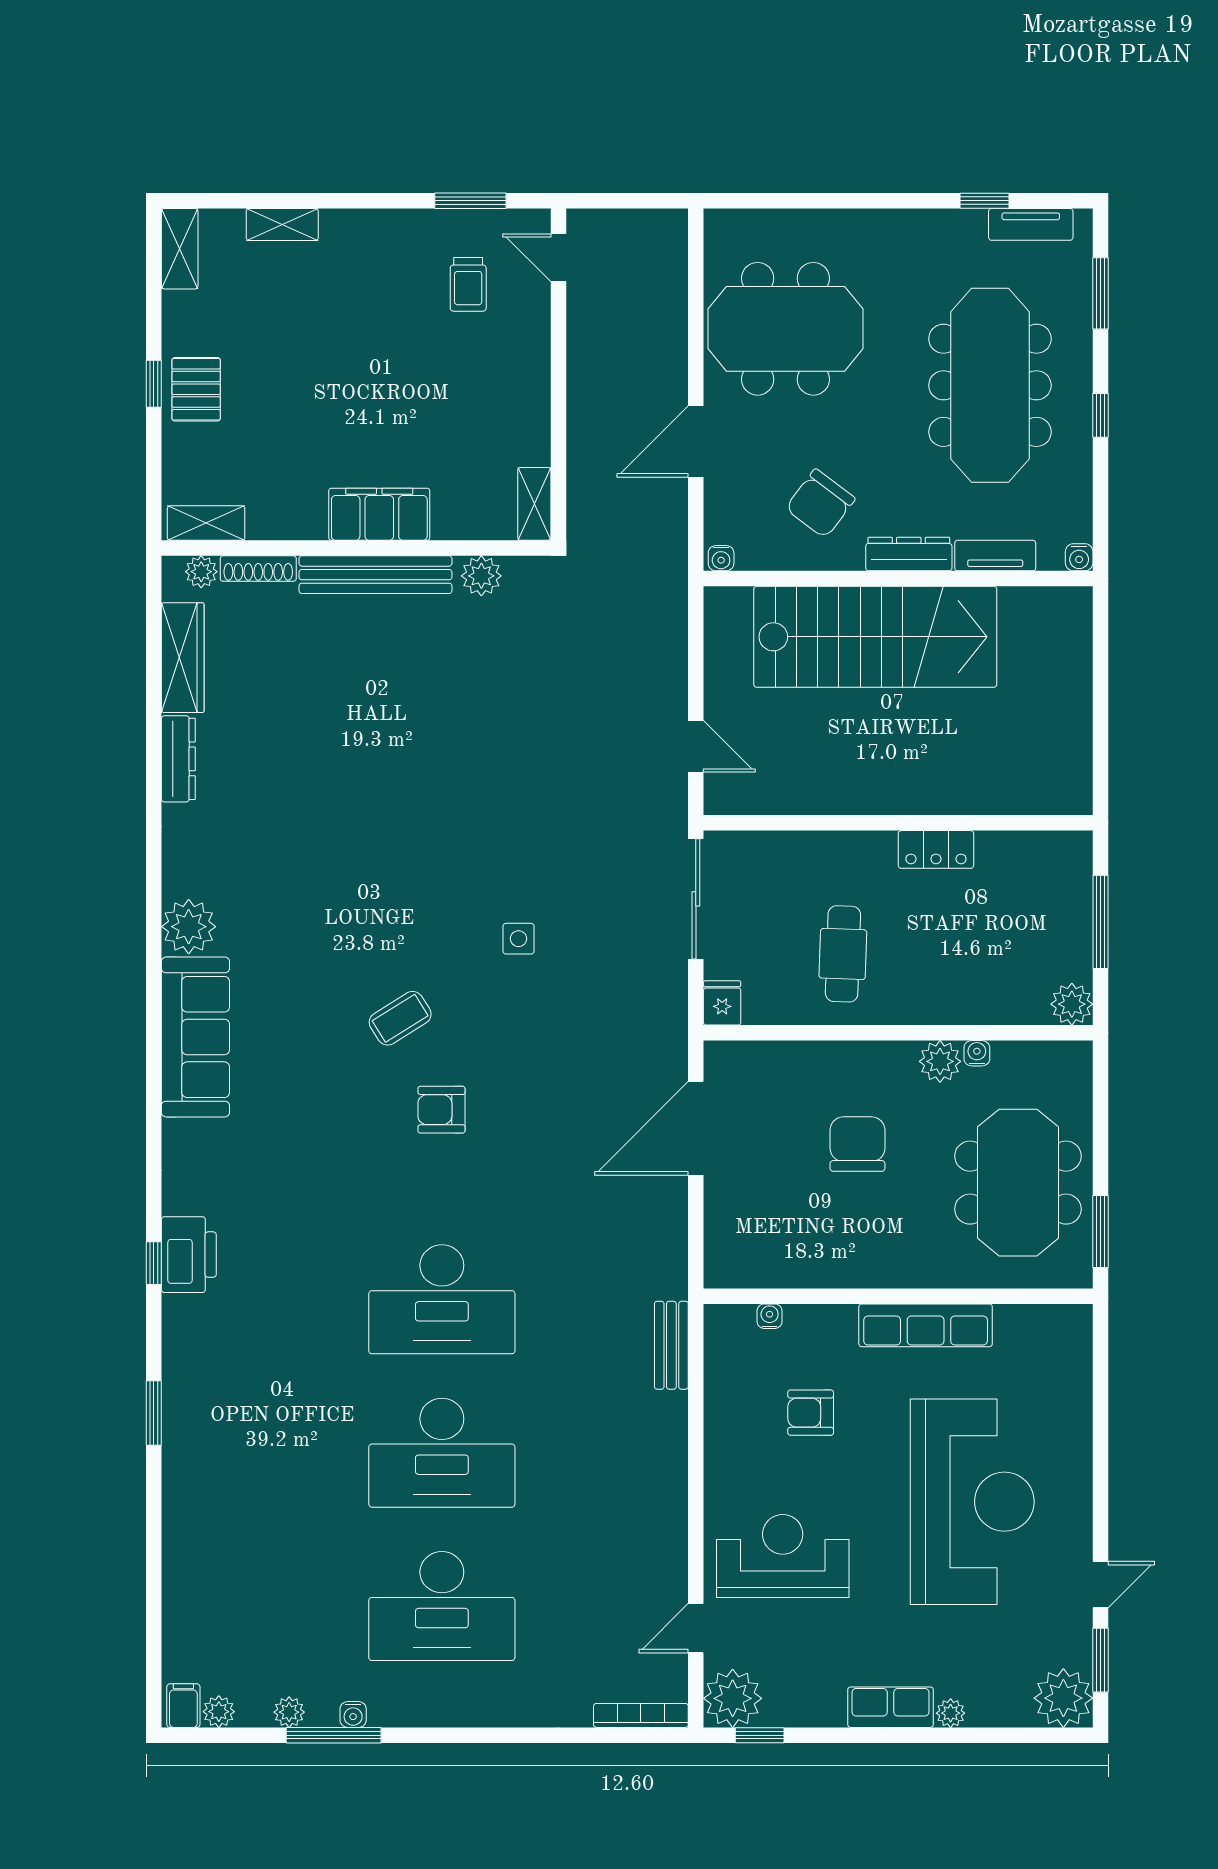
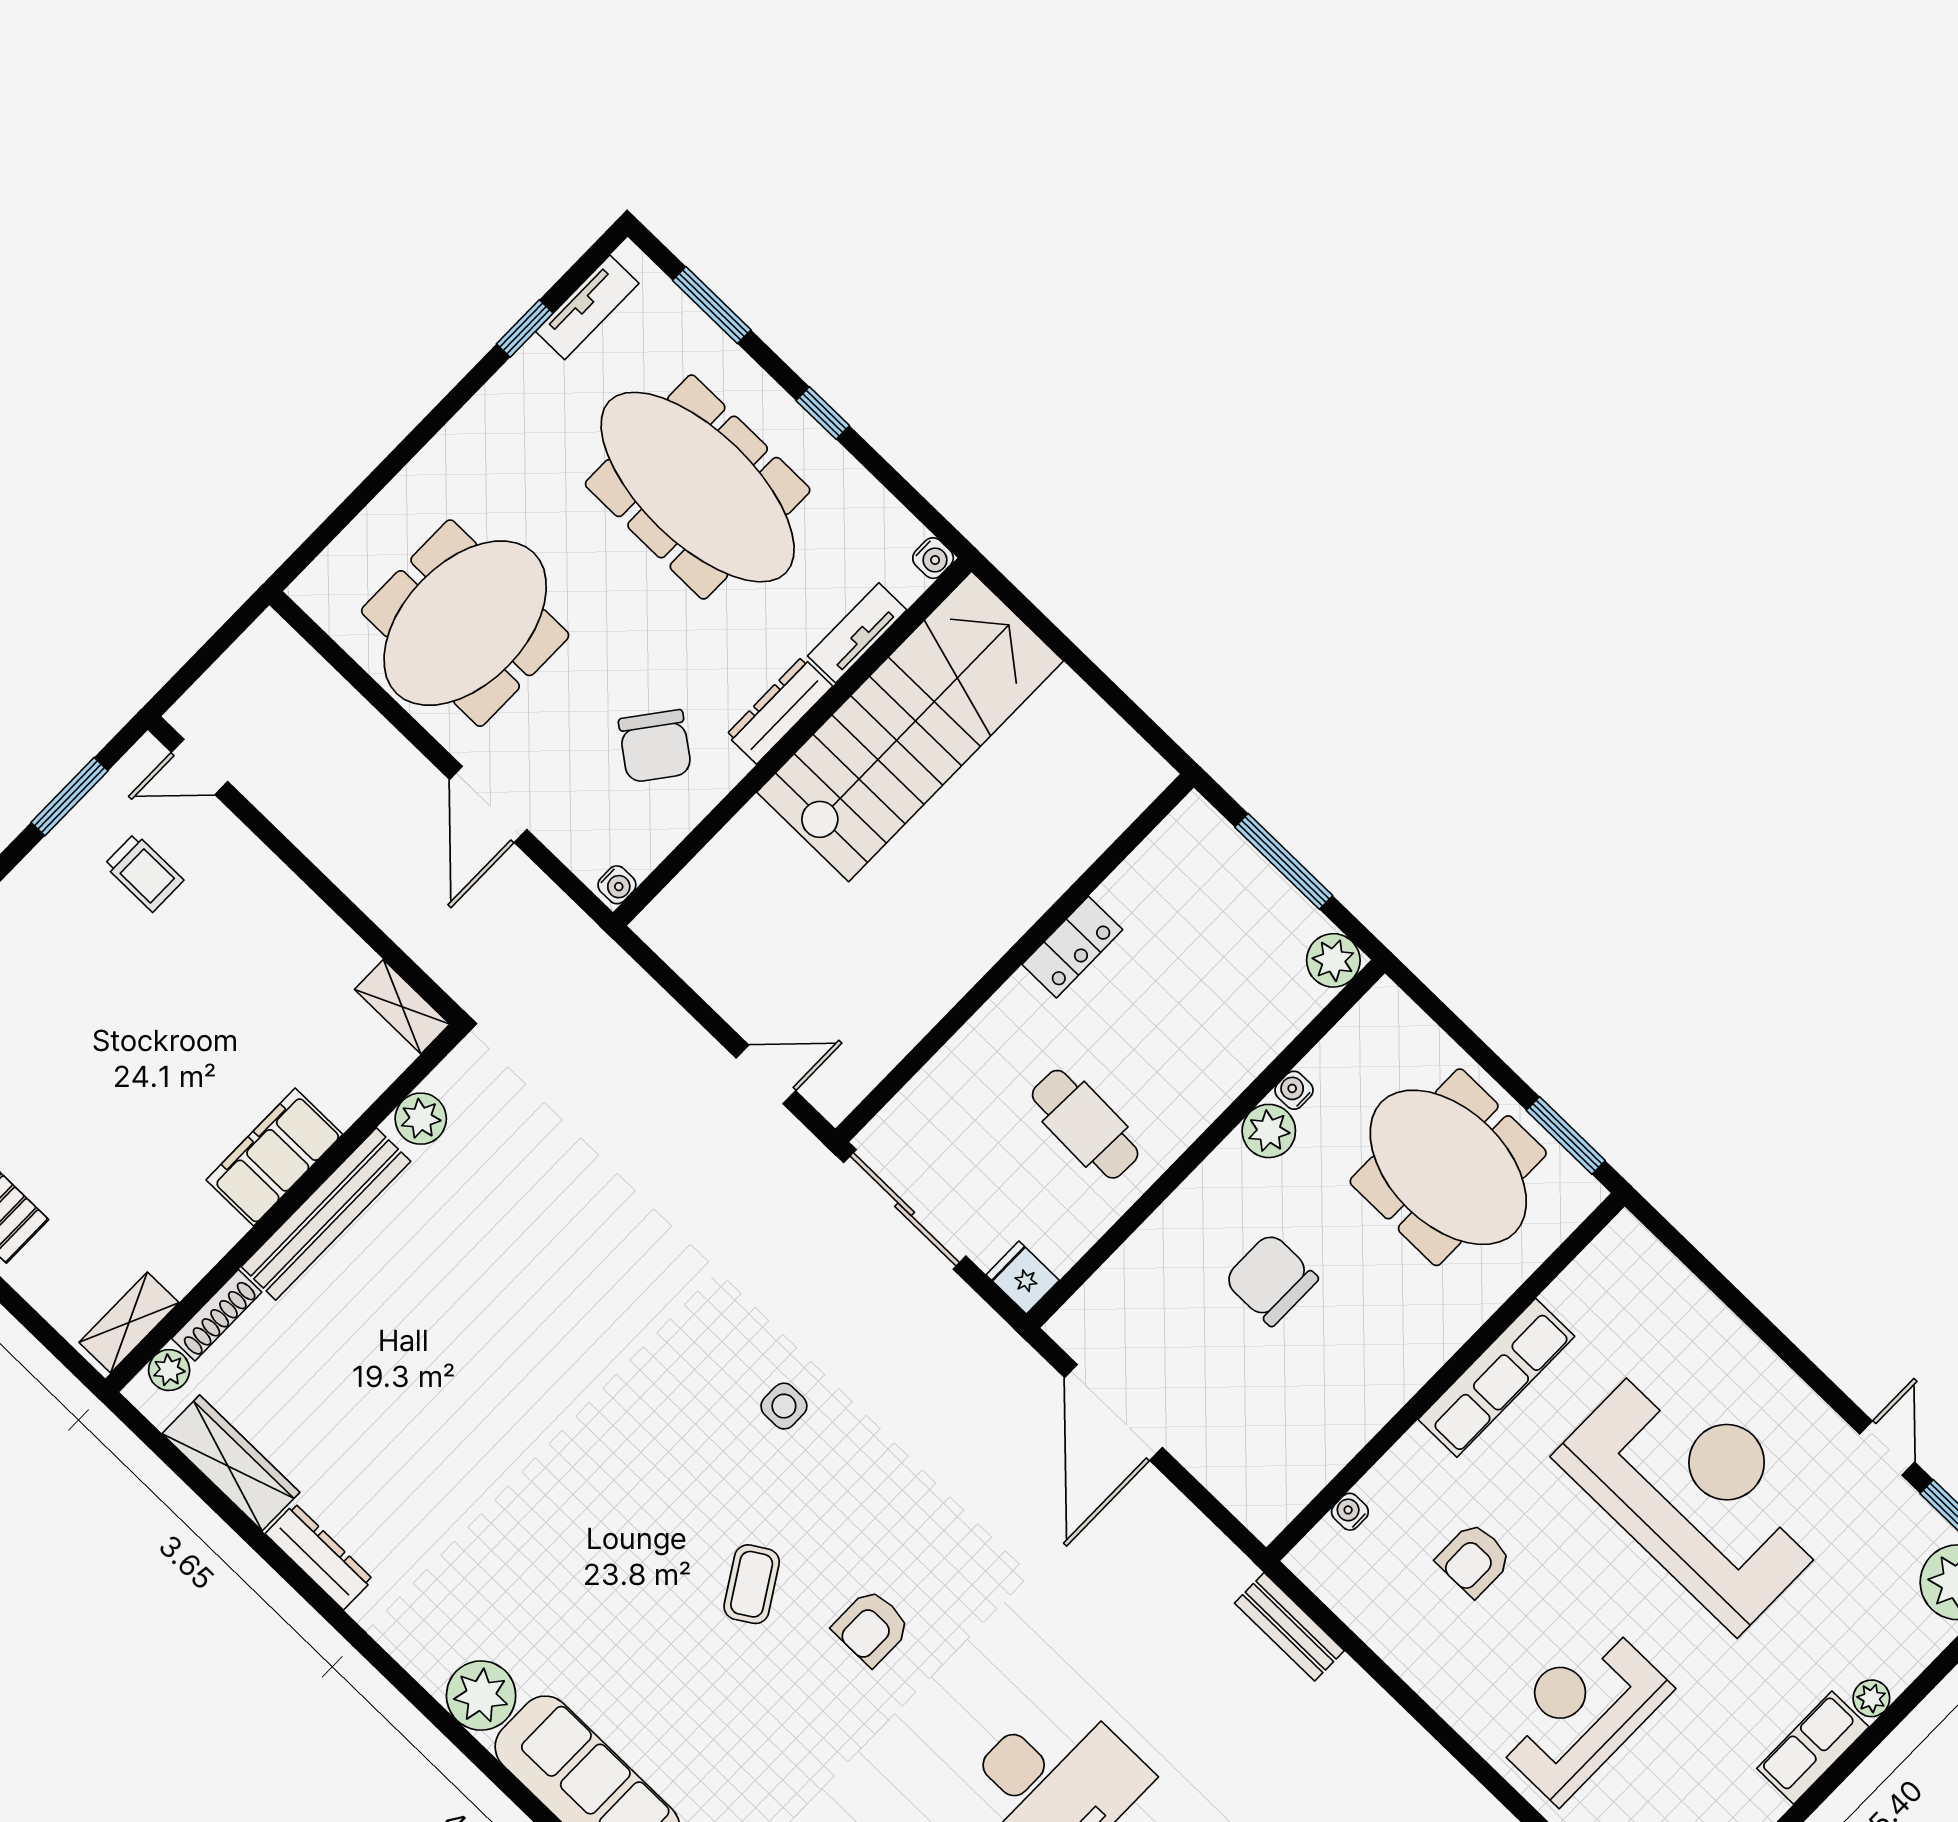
stairs: (875, 637) -> (910, 727), moved

